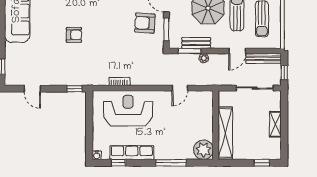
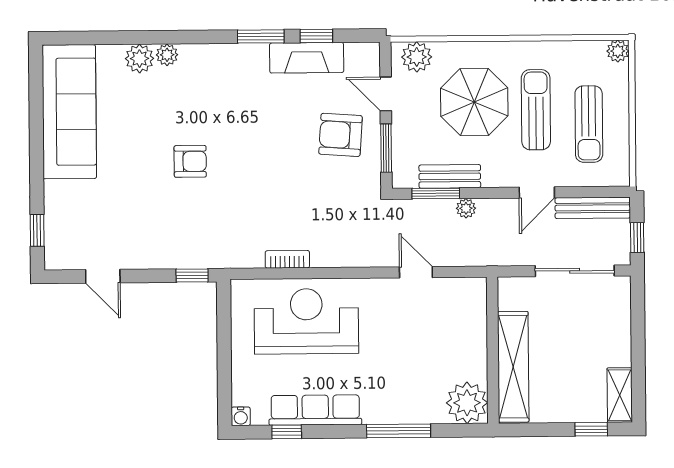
door: (180, 88) -> (416, 272), swing flipped
shelving: (275, 124) -> (620, 395), moved

